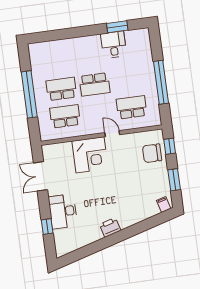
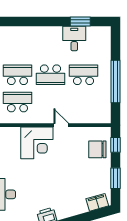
school desk: (132, 107) -> (84, 75), moved
filing cabinet: (164, 205) -> (97, 202), width x2.00

